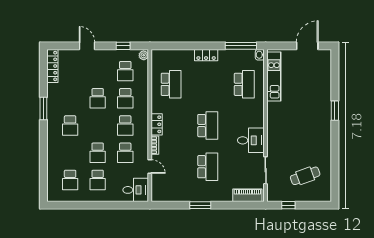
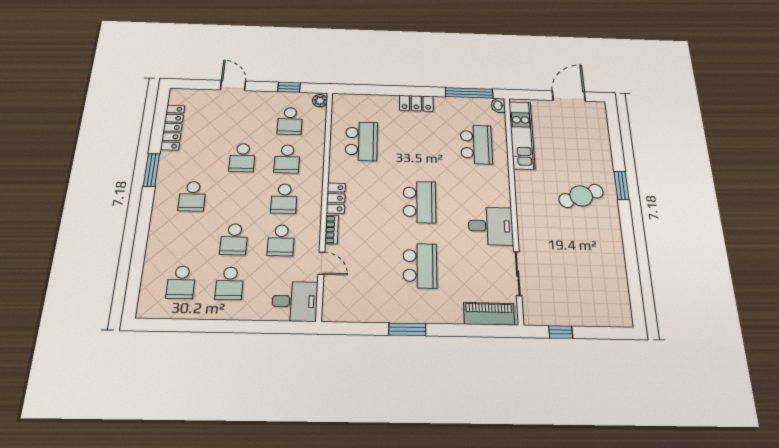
locker: (52, 66) -> (173, 127), moved
cafe table: (305, 176) -> (581, 196), moved

